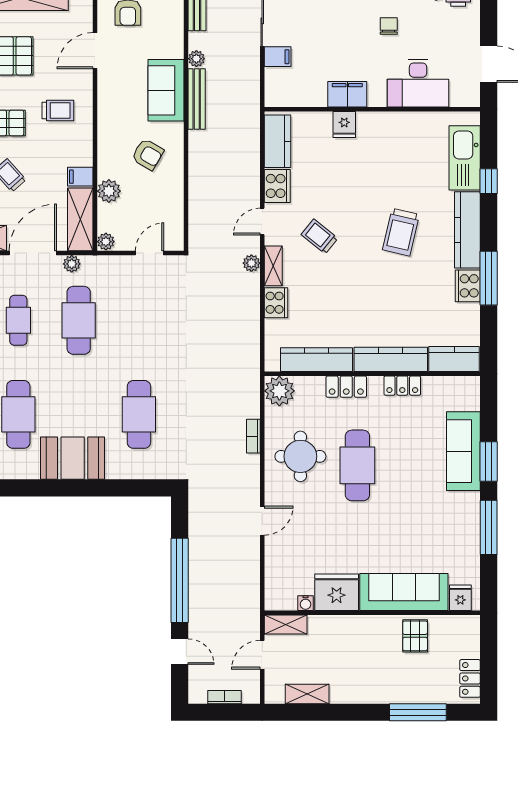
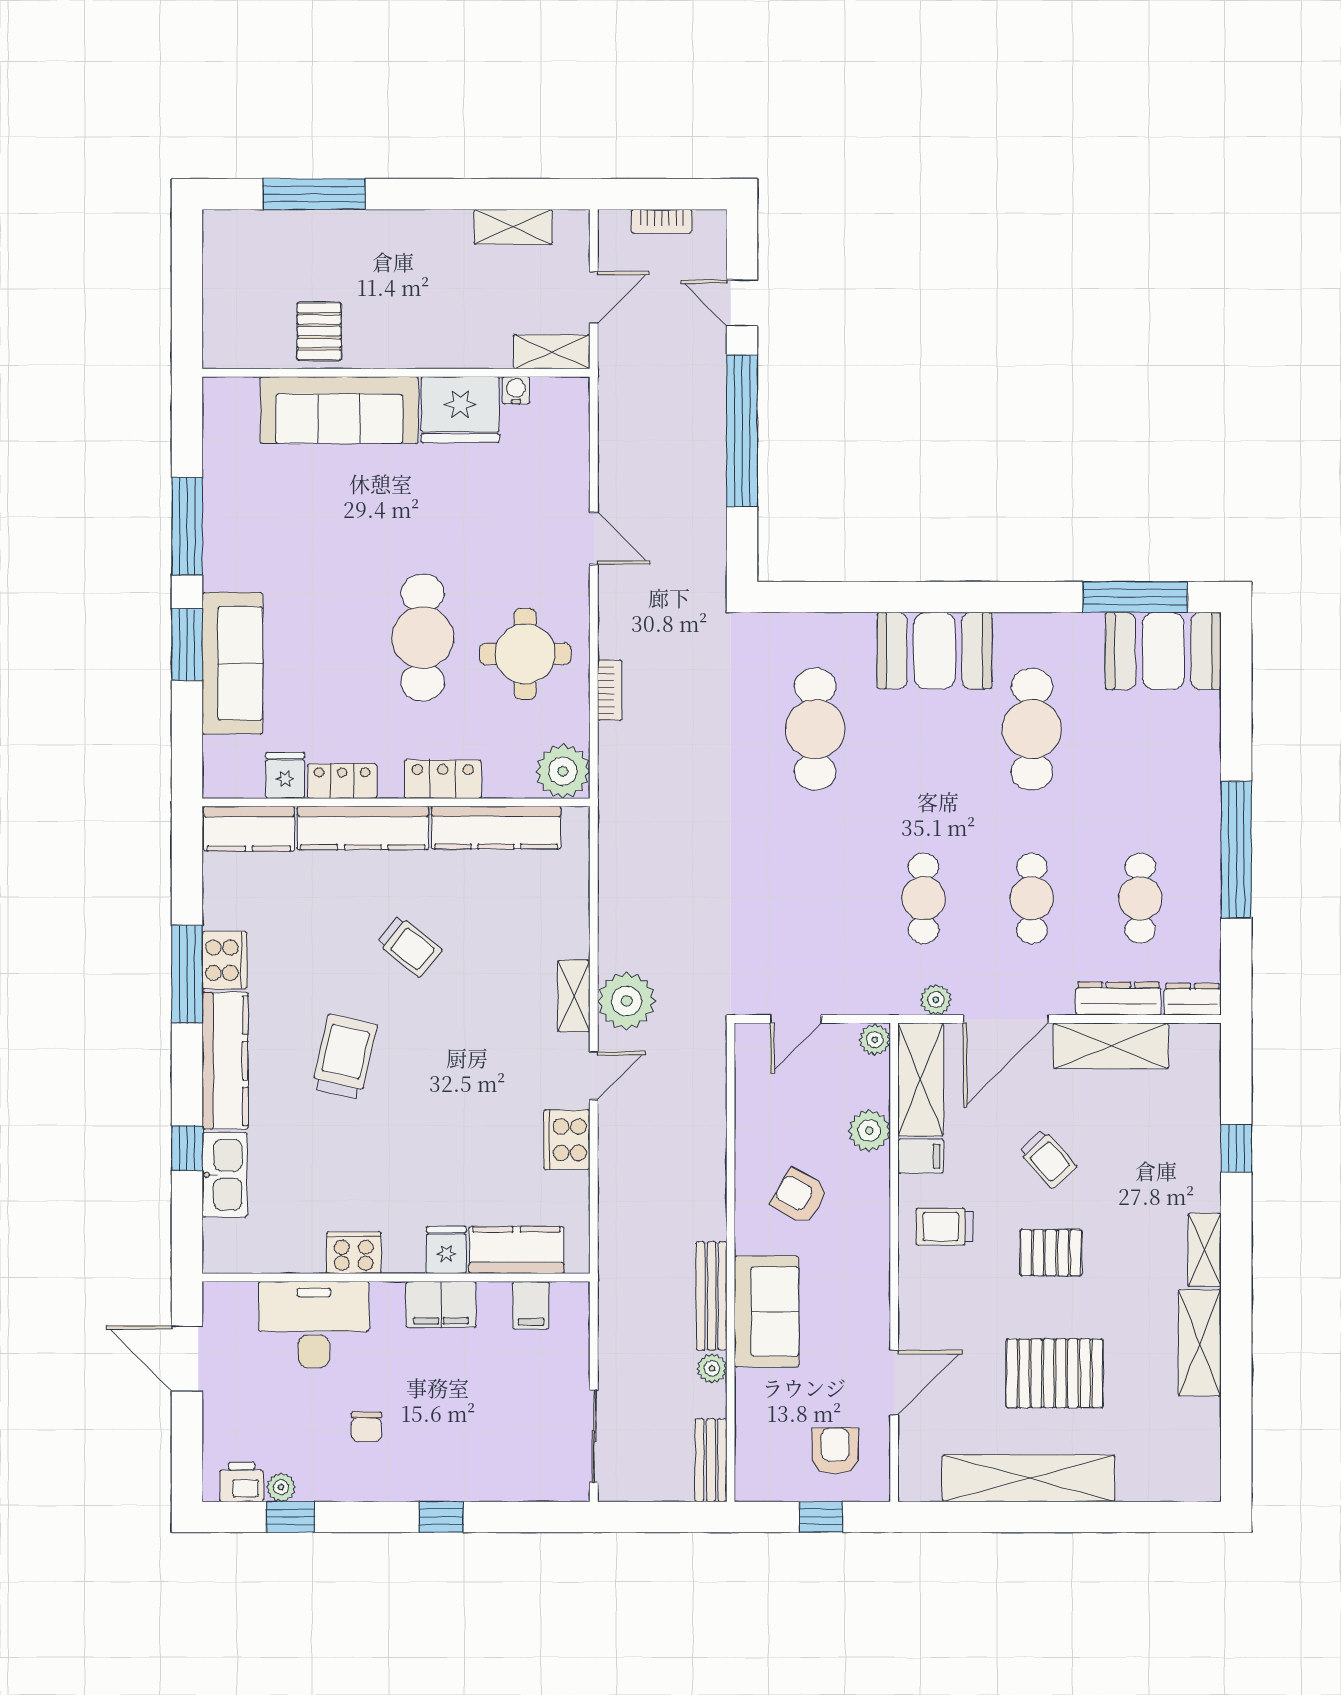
filing cabinet: (278, 57) -> (531, 1305), moved, turned -90
trolley: (58, 110) -> (945, 1227), moved
kitchen counter: (277, 141) -> (517, 1250), moved, turned 90
kitchen sink: (465, 158) -> (225, 1175), width x0.73, depth x0.81
trolley: (319, 236) -> (409, 947), moved
plant: (251, 263) -> (627, 1001), width x1.88, depth x1.88
cooker: (276, 303) -> (354, 1253), moved, turned 90
cafe table: (79, 320) -> (924, 898), width x0.73, depth x0.74
door: (262, 521) -> (594, 538), swing flipped
fridge: (460, 598) -> (285, 775), moved, turned 180
locker: (470, 678) -> (220, 255), removed

